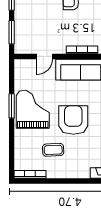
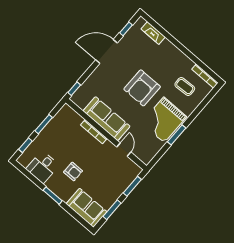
door: (45, 56) -> (124, 150), hinge flipped
coffee table: (53, 150) -> (185, 87), moved

